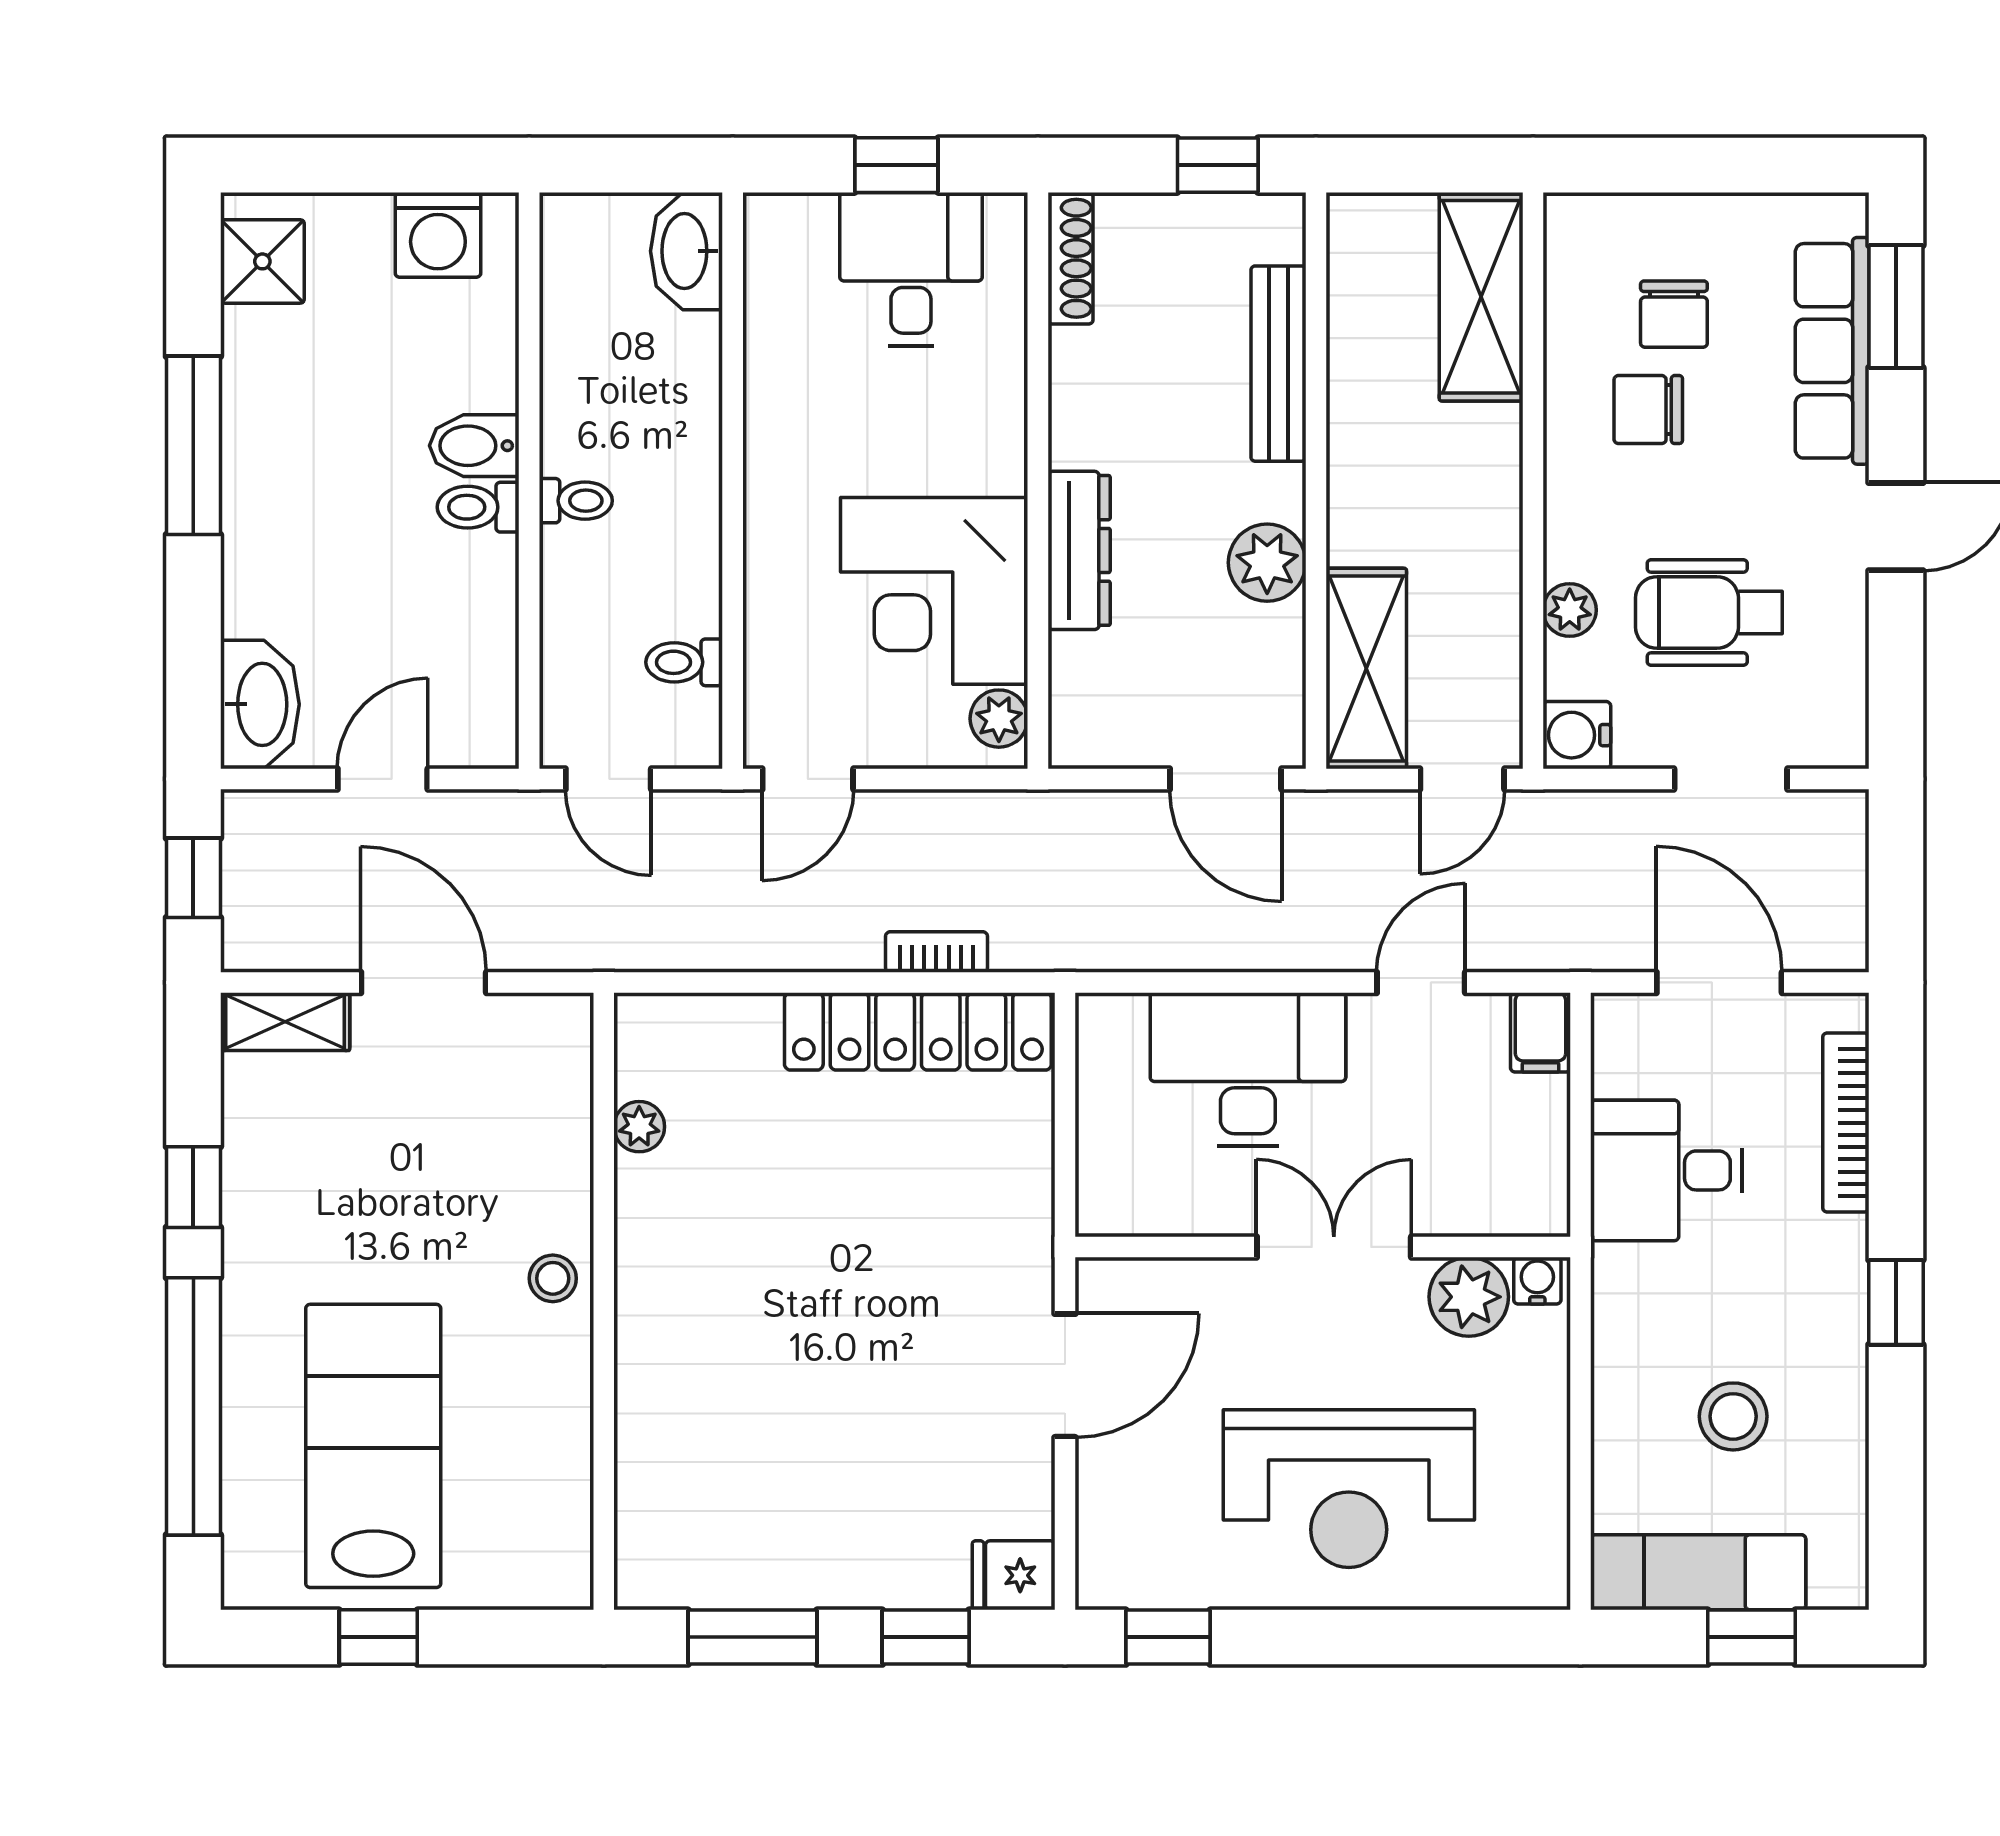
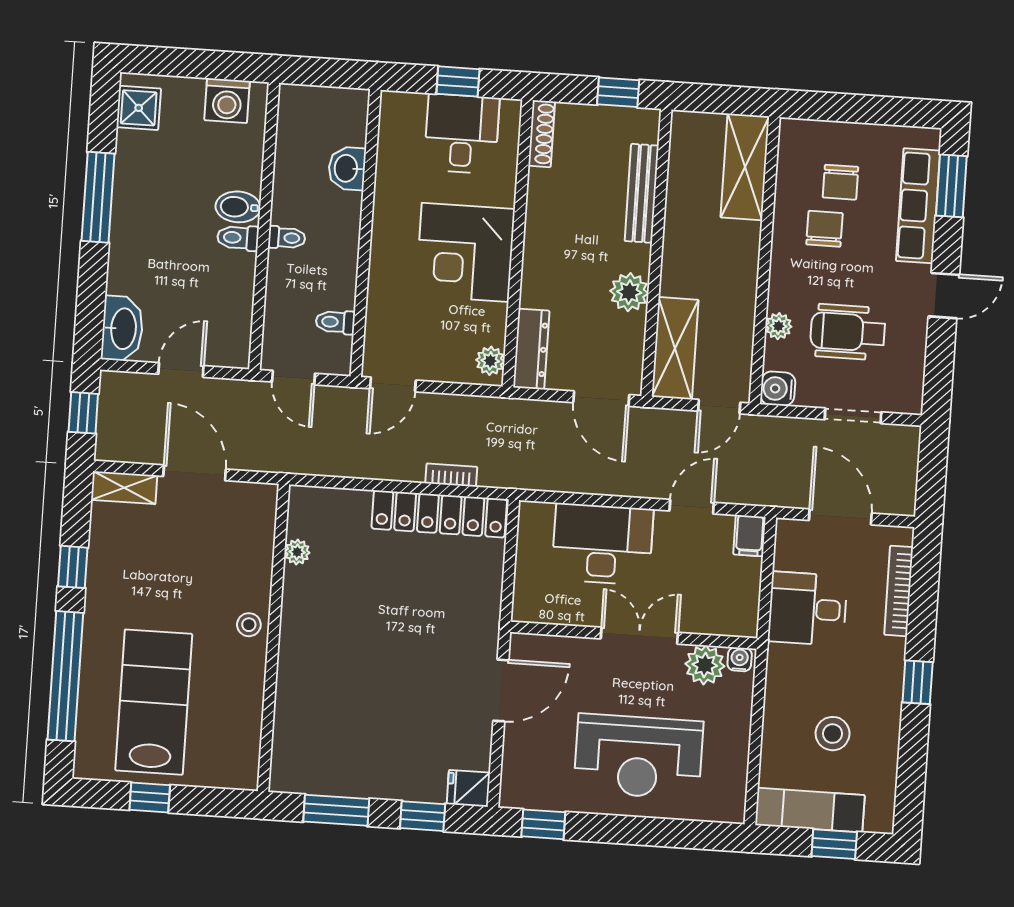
washbasin: (687, 251) -> (347, 168), moved, width x0.72
chair: (1648, 410) -> (824, 229), turned 90
dresser: (1079, 550) -> (531, 349), moved
corner desk: (934, 591) -> (465, 252), moved

